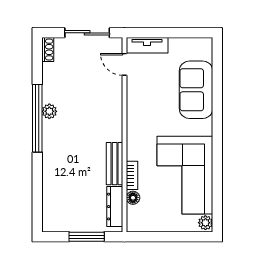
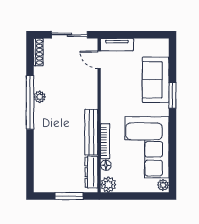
shoe rack: (48, 50) -> (38, 52), width x1.43
window: (217, 109) -> (172, 95), added
bench: (115, 164) -> (91, 132), width x1.36
bookcase: (132, 175) -> (105, 141), width x1.56
plant: (136, 222) -> (108, 185), added

